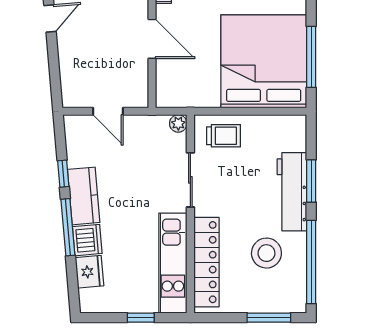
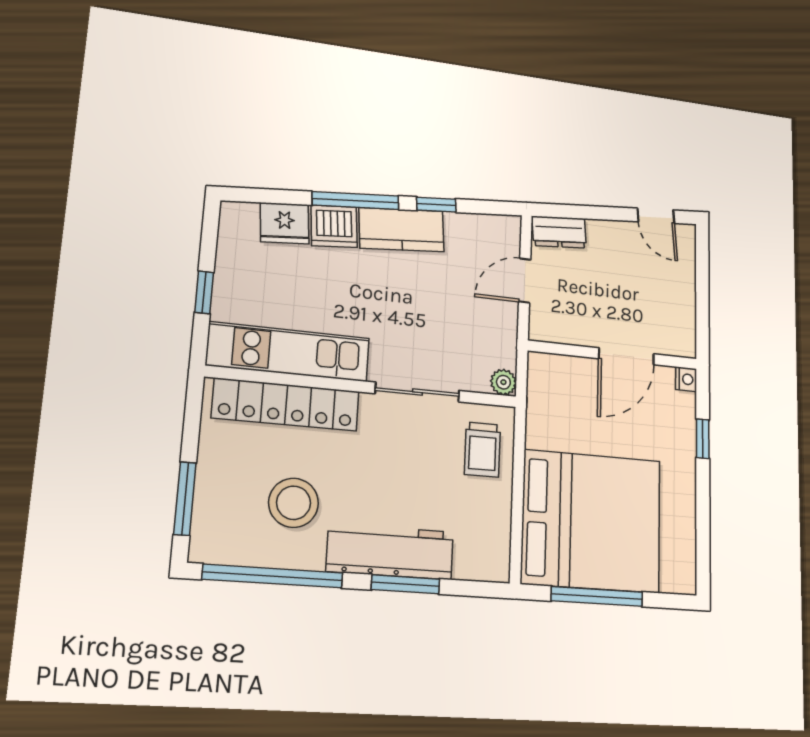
dresser: (71, 88) -> (559, 232), added

